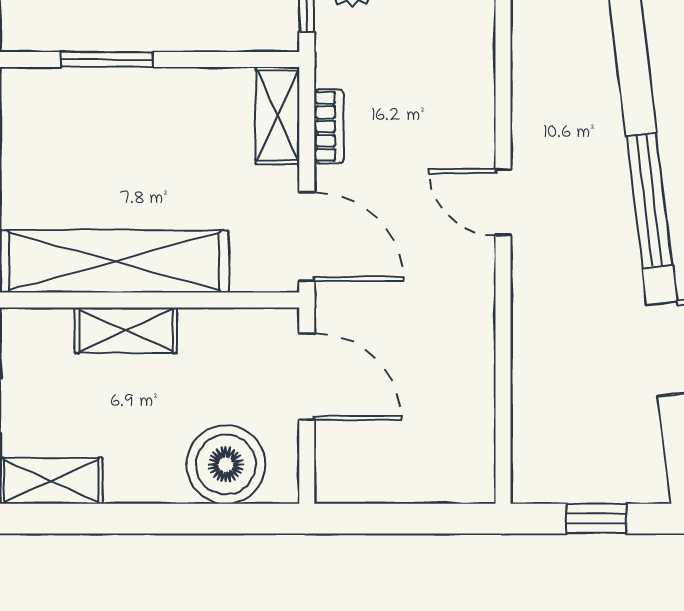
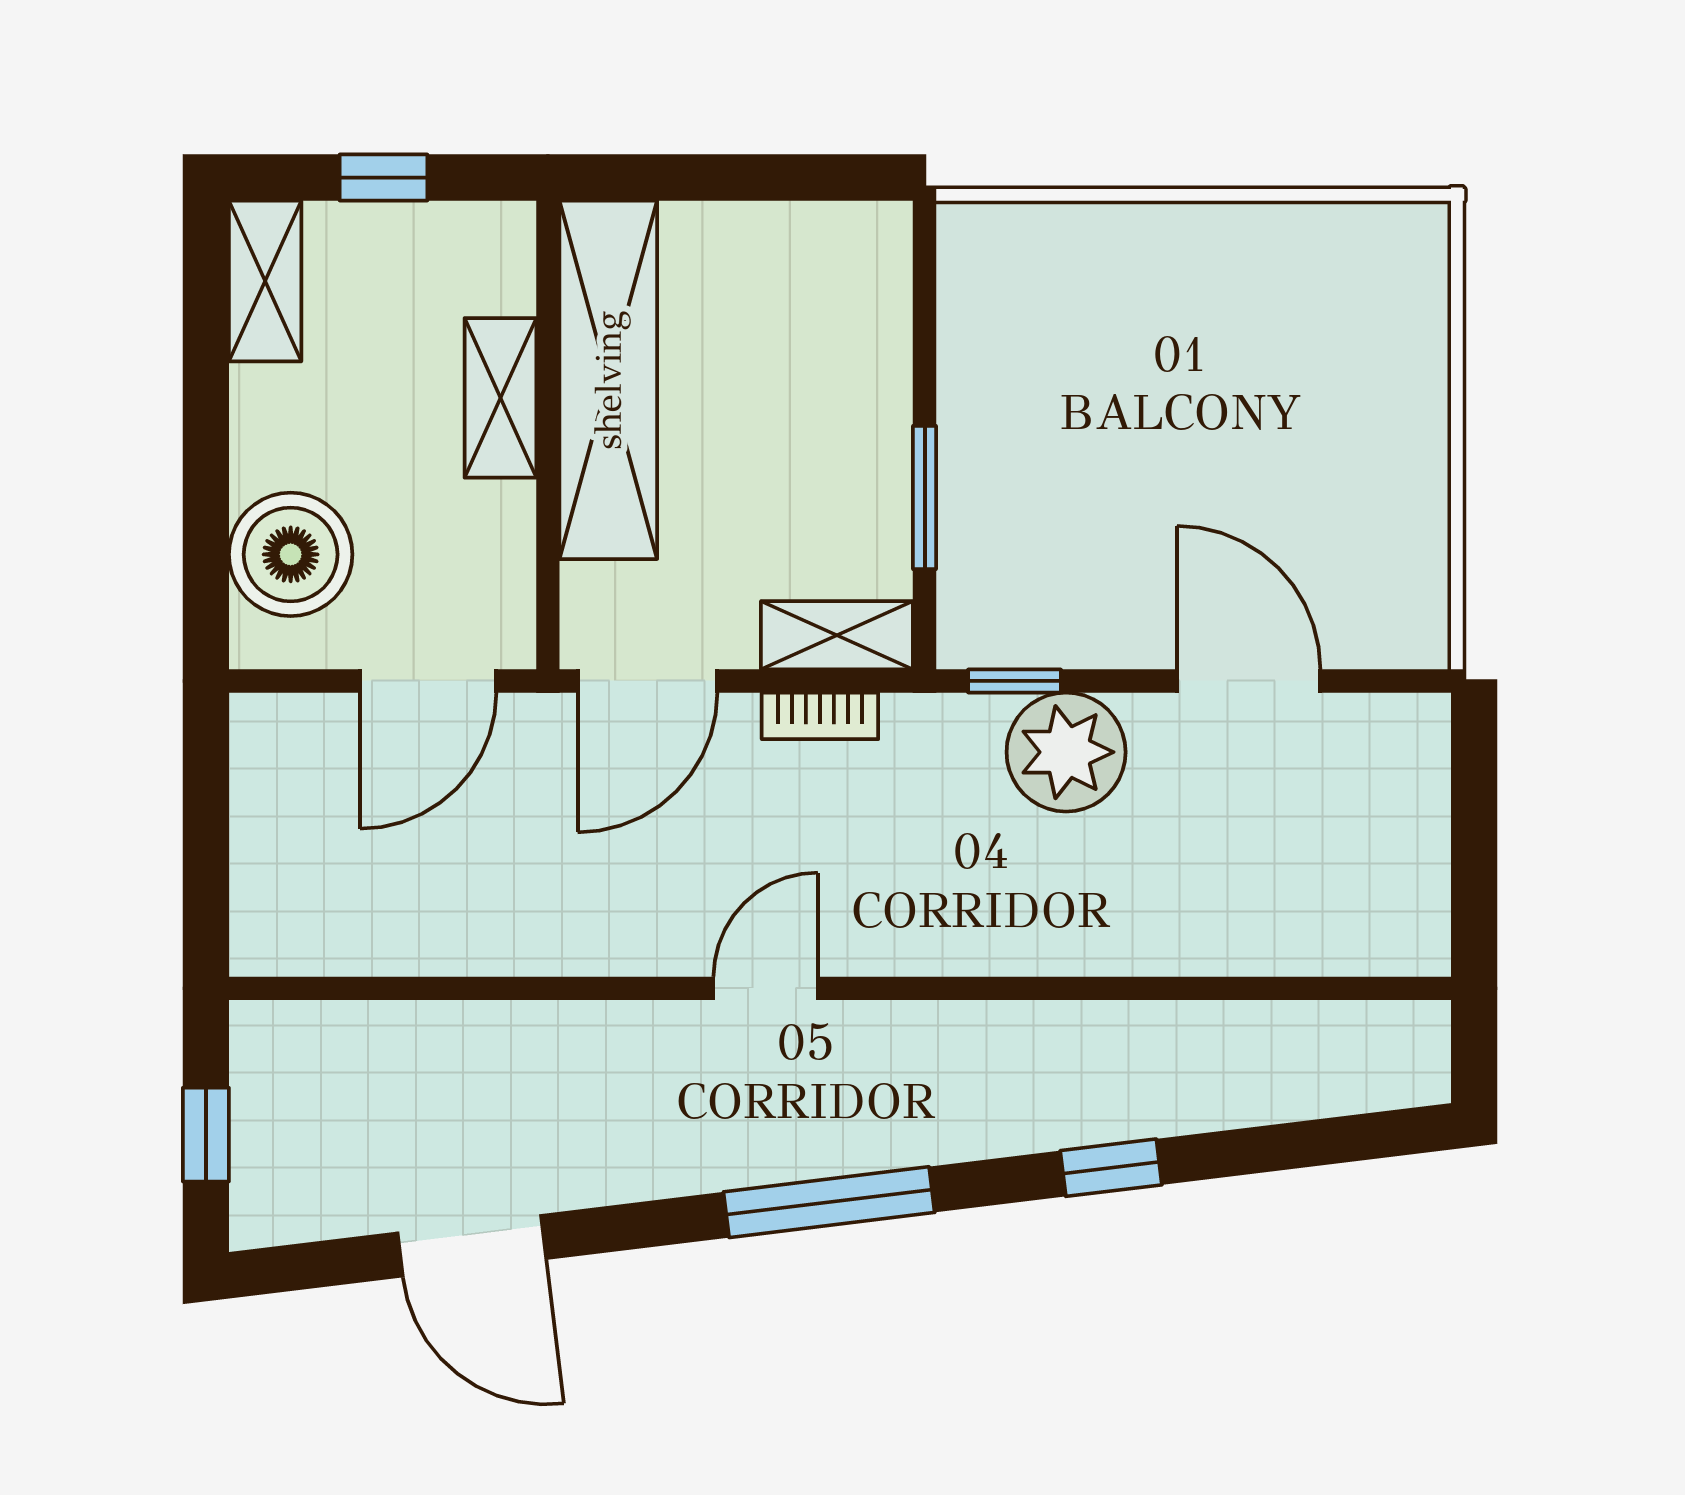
window: (107, 59) -> (925, 497), moved
window: (649, 200) -> (829, 1202), moved
door: (503, 202) -> (766, 988), moved

